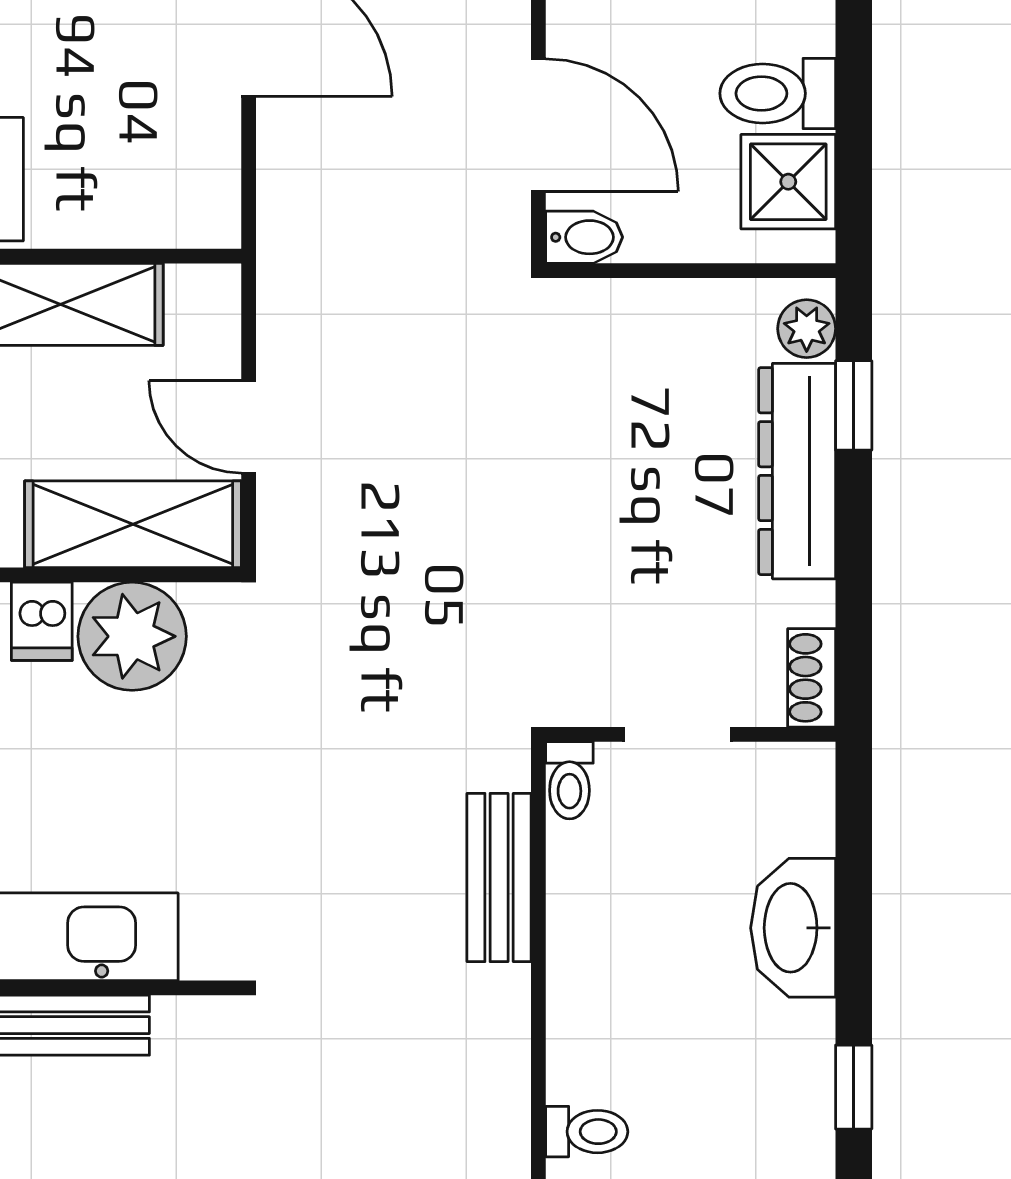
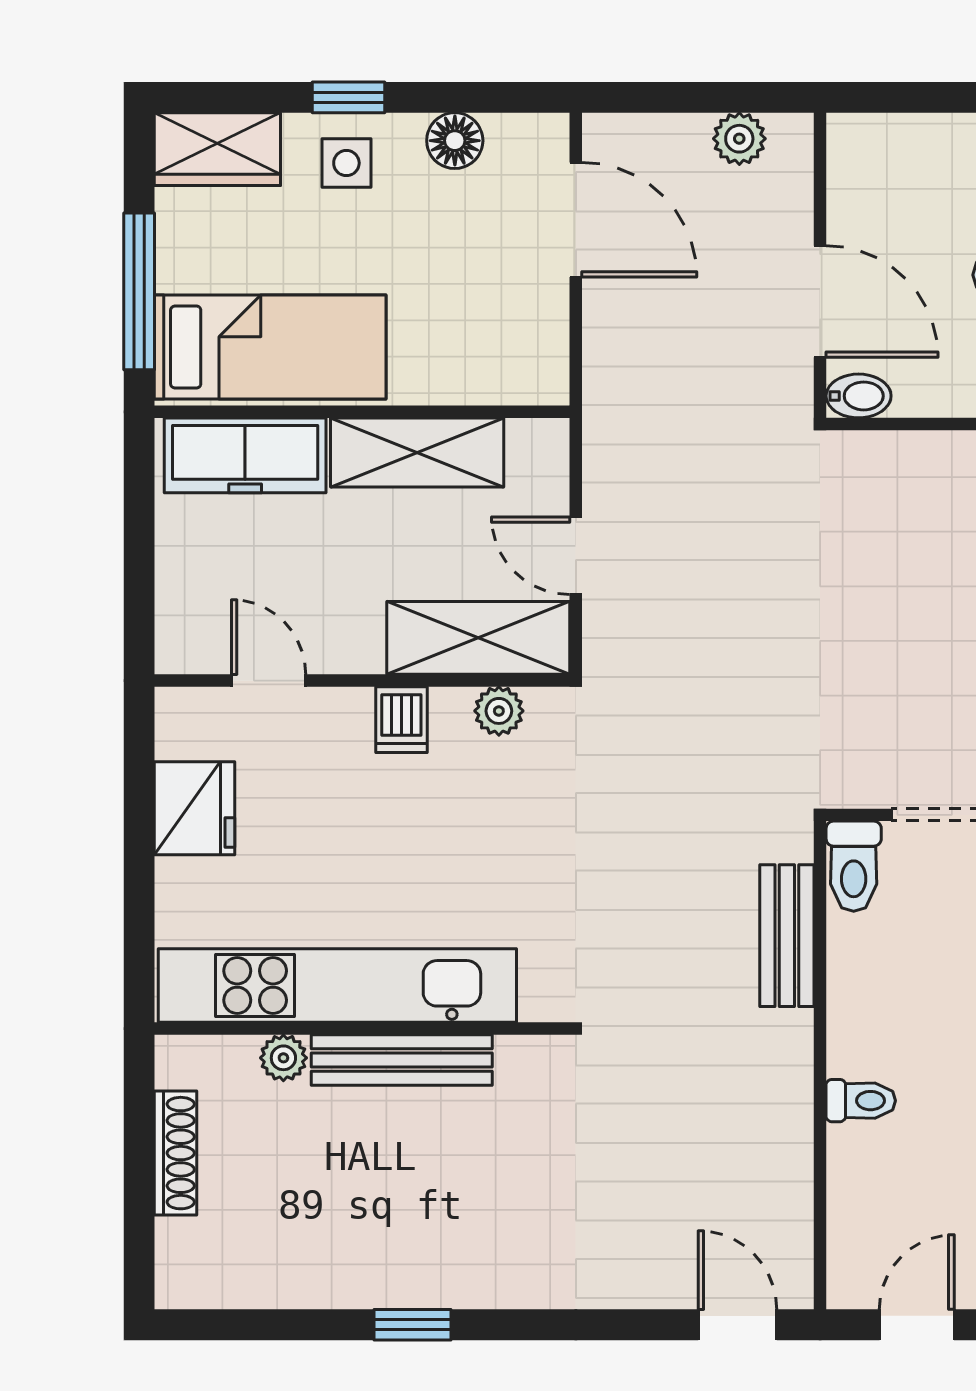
plant: (132, 636) -> (499, 711), width x0.53, depth x0.53
toilet: (569, 780) -> (854, 866), width x1.37, depth x1.39
toilet: (587, 1132) -> (861, 1101), moved

